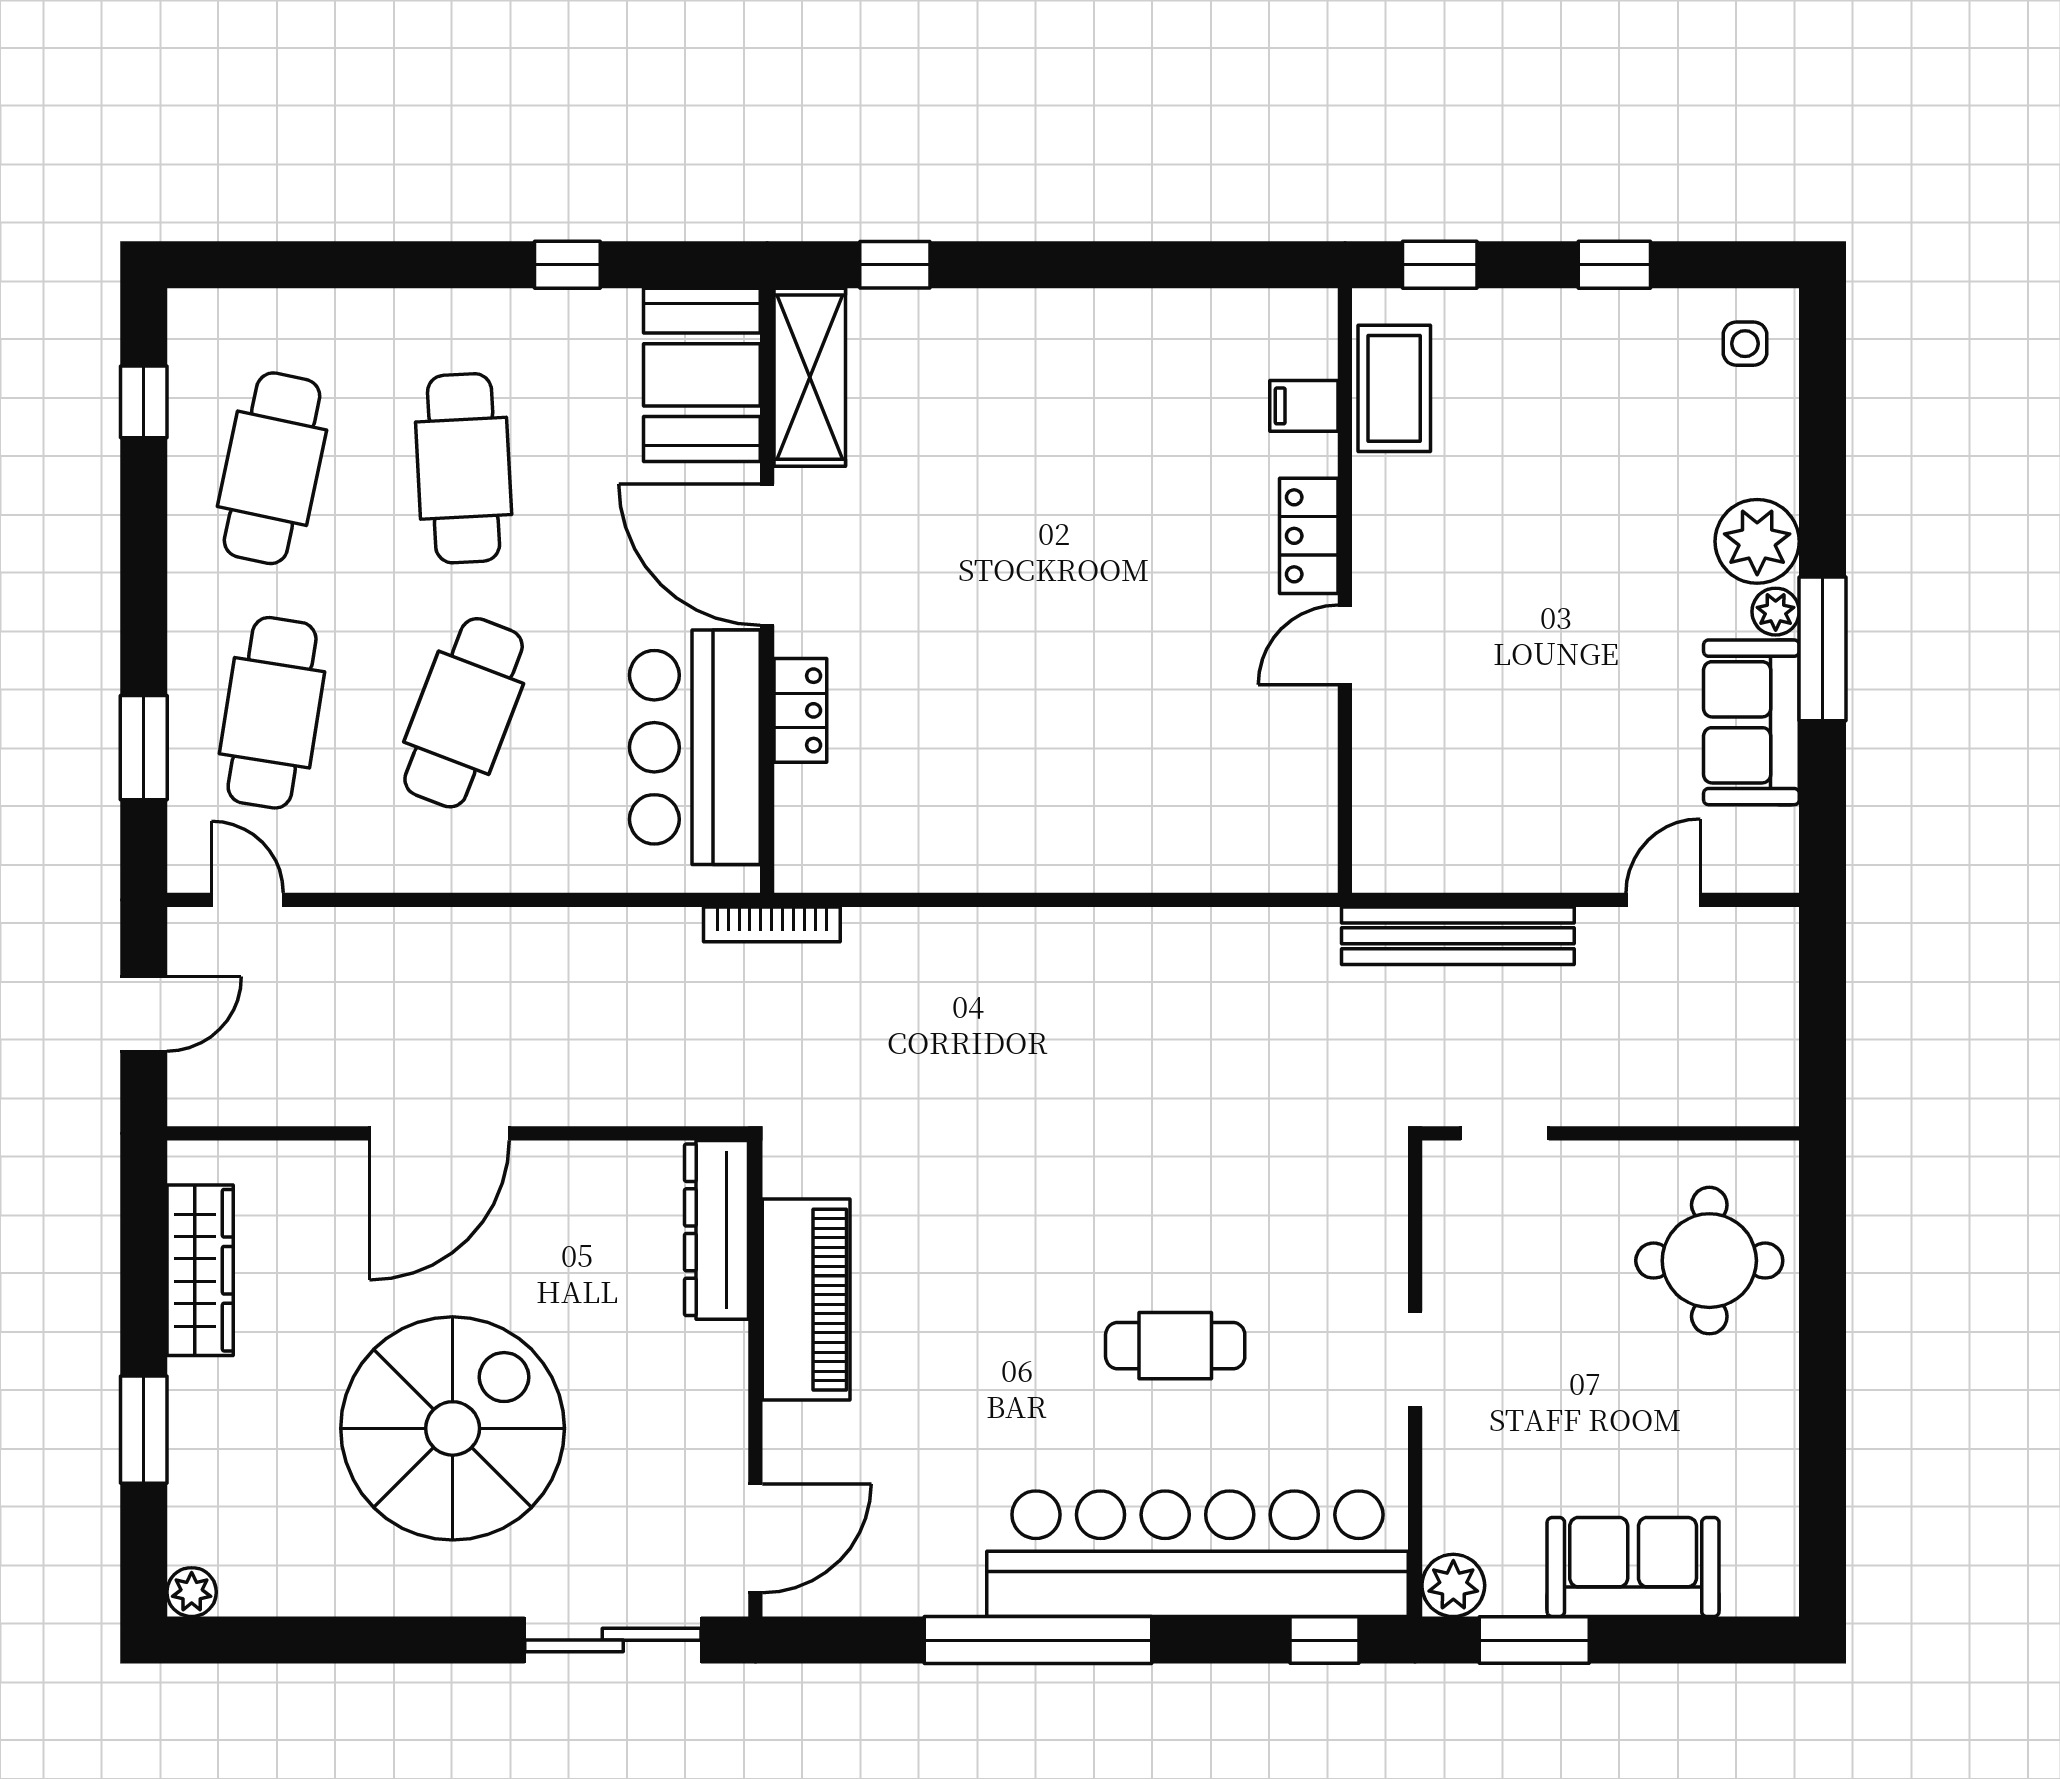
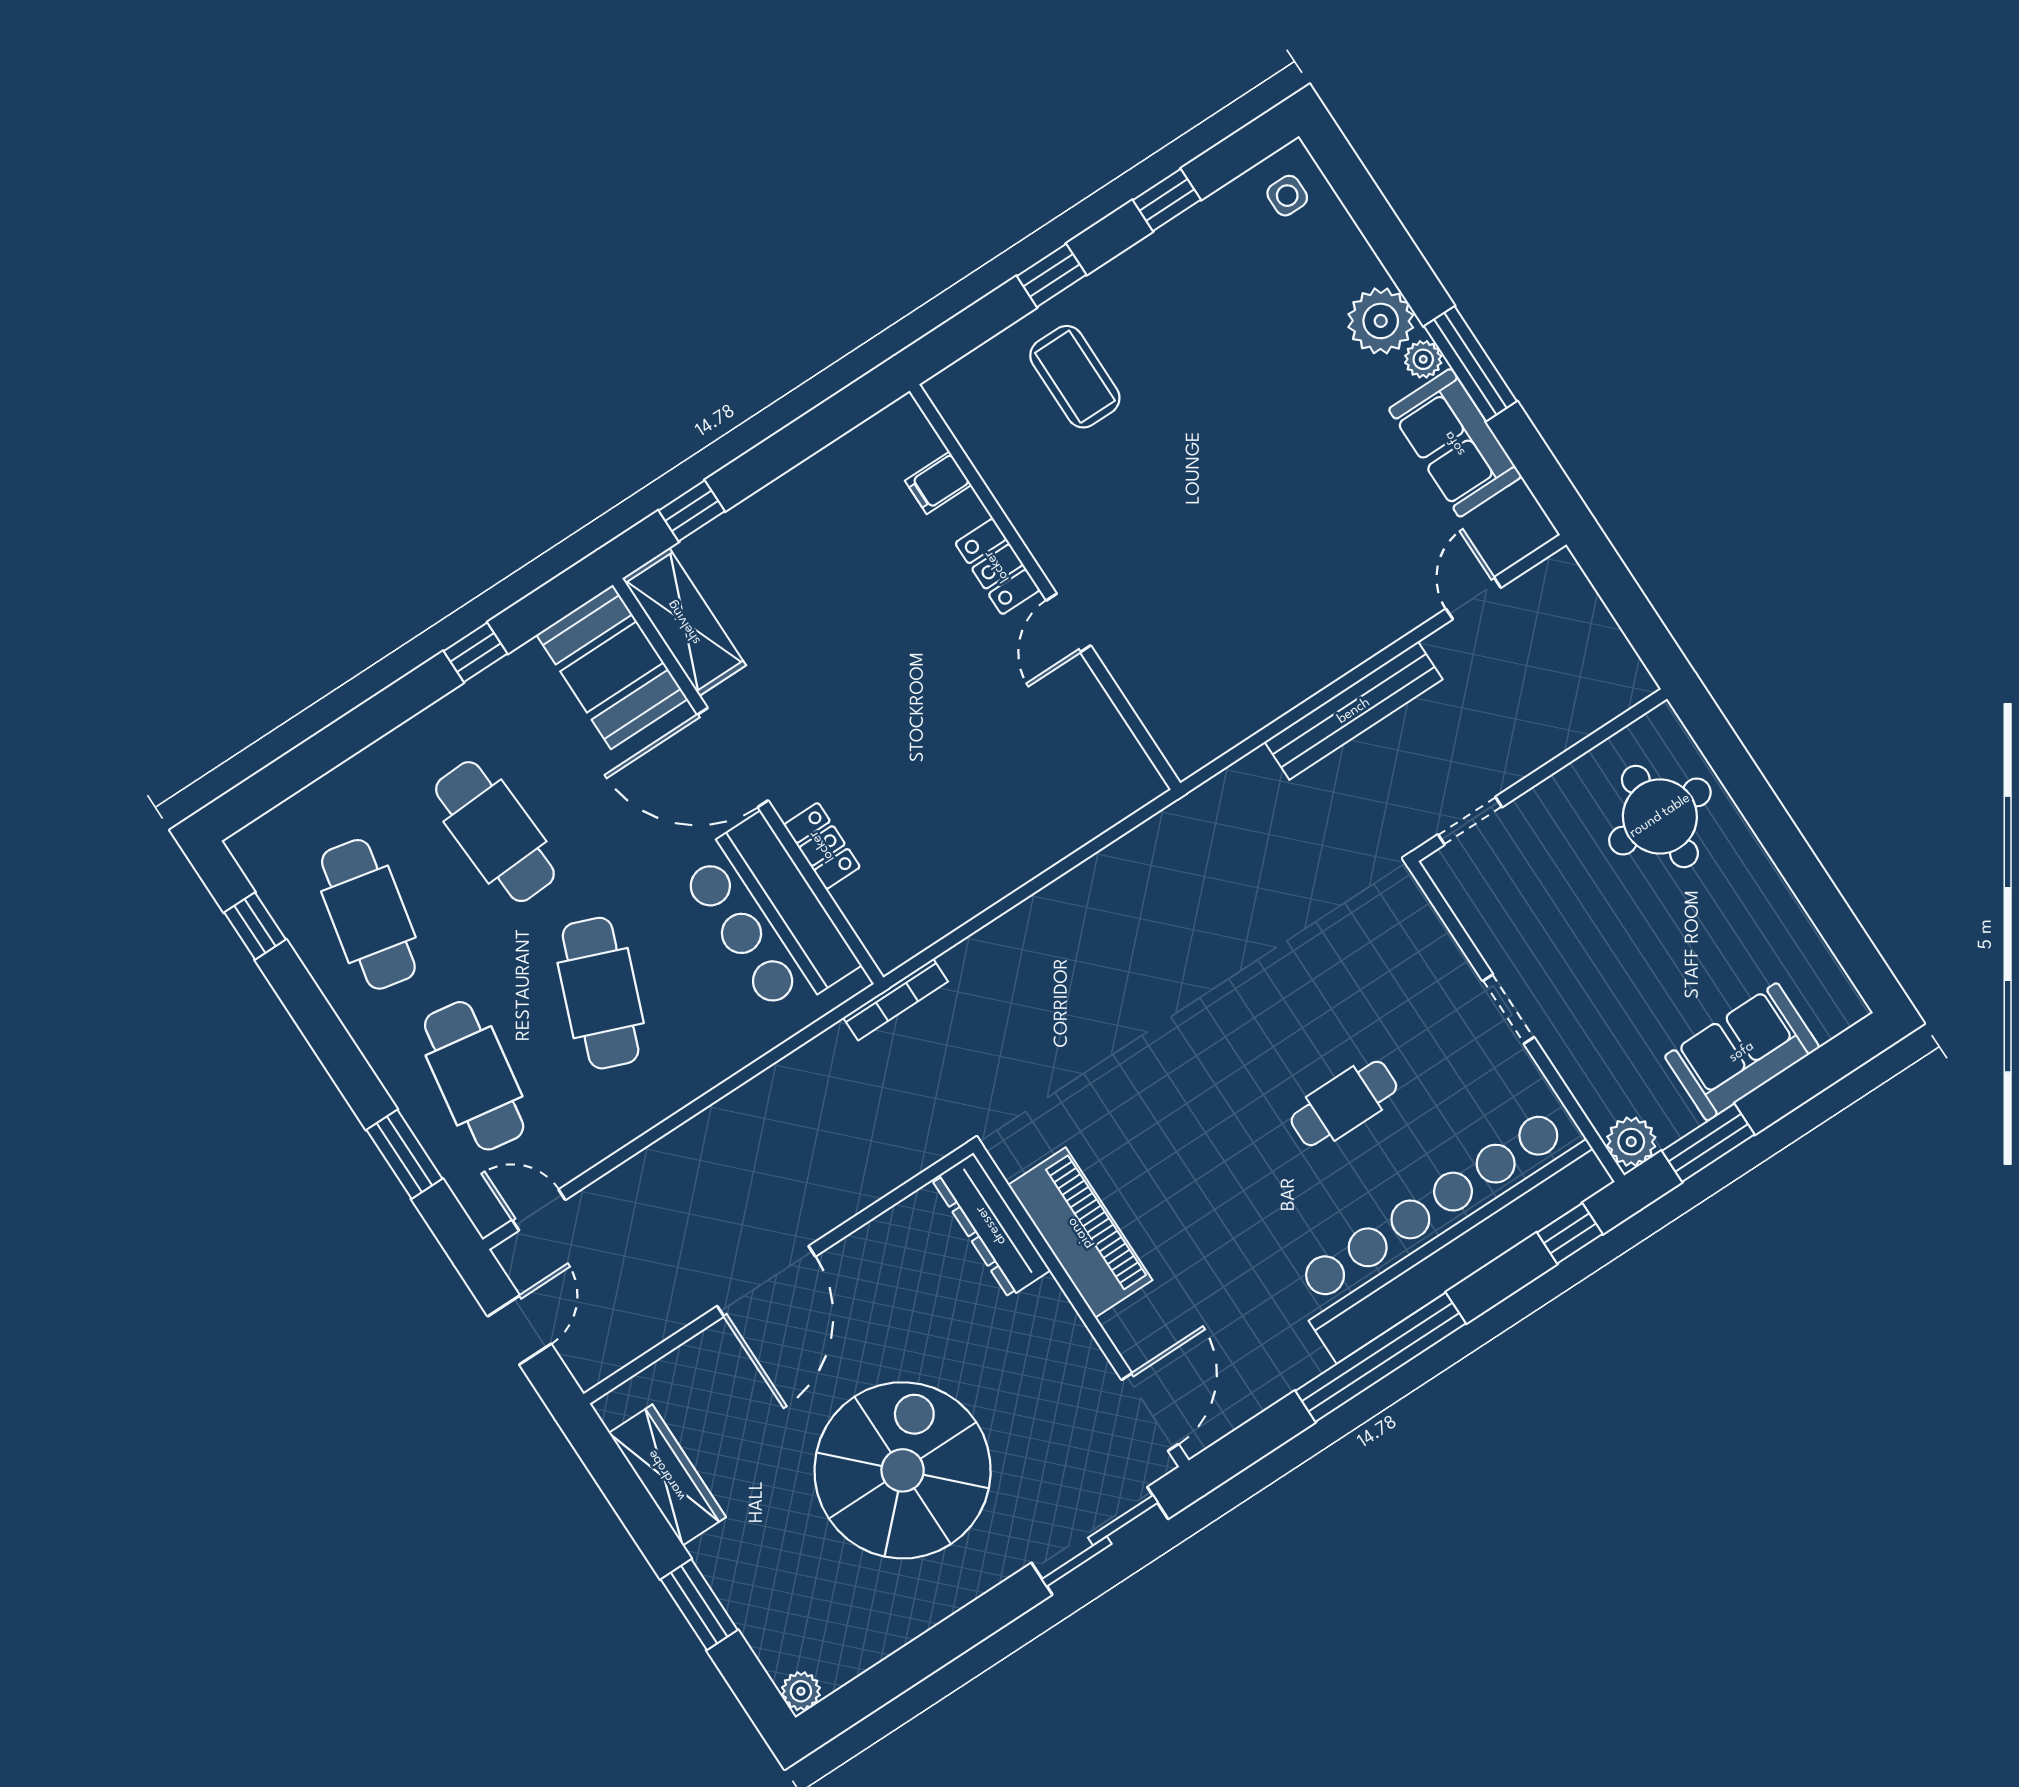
filing cabinet: (1304, 406) -> (938, 483), moved
locker: (1309, 536) -> (997, 566), moved
wall: (1345, 590) -> (1045, 587), moved
door: (1345, 645) -> (1069, 623), moved

